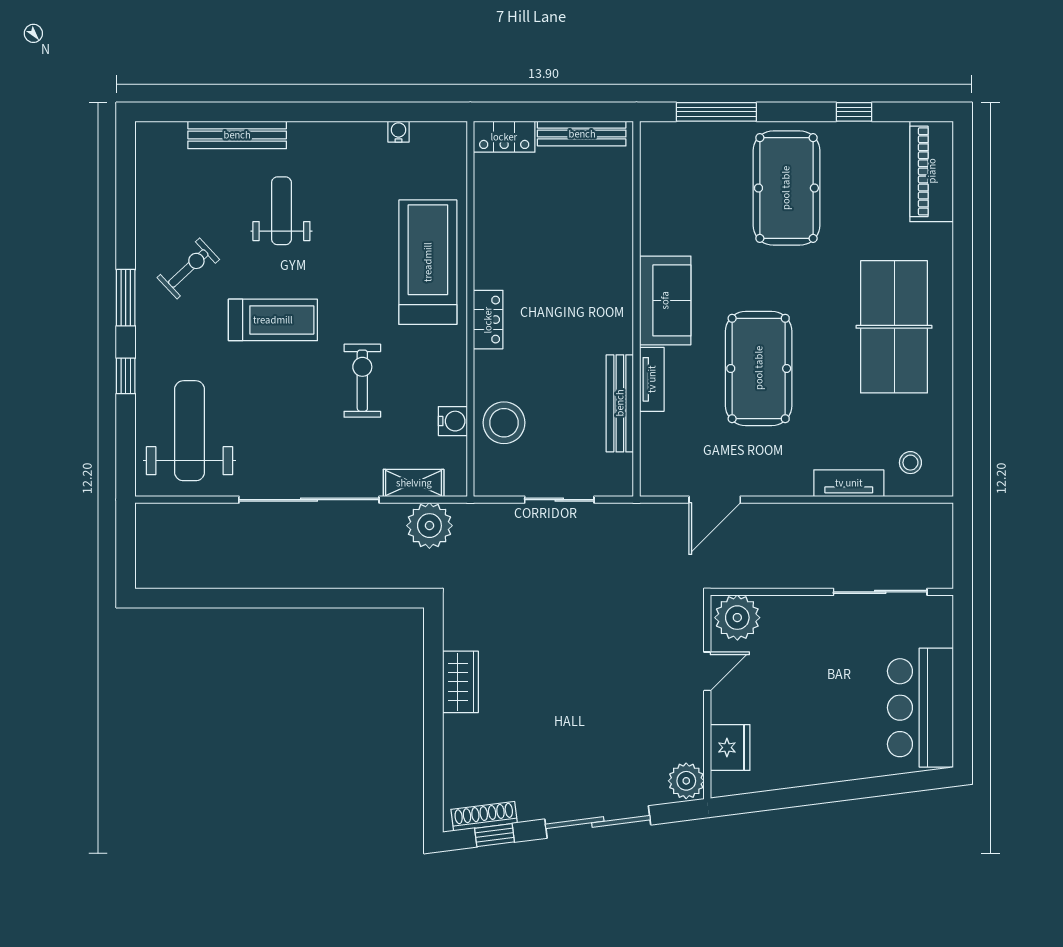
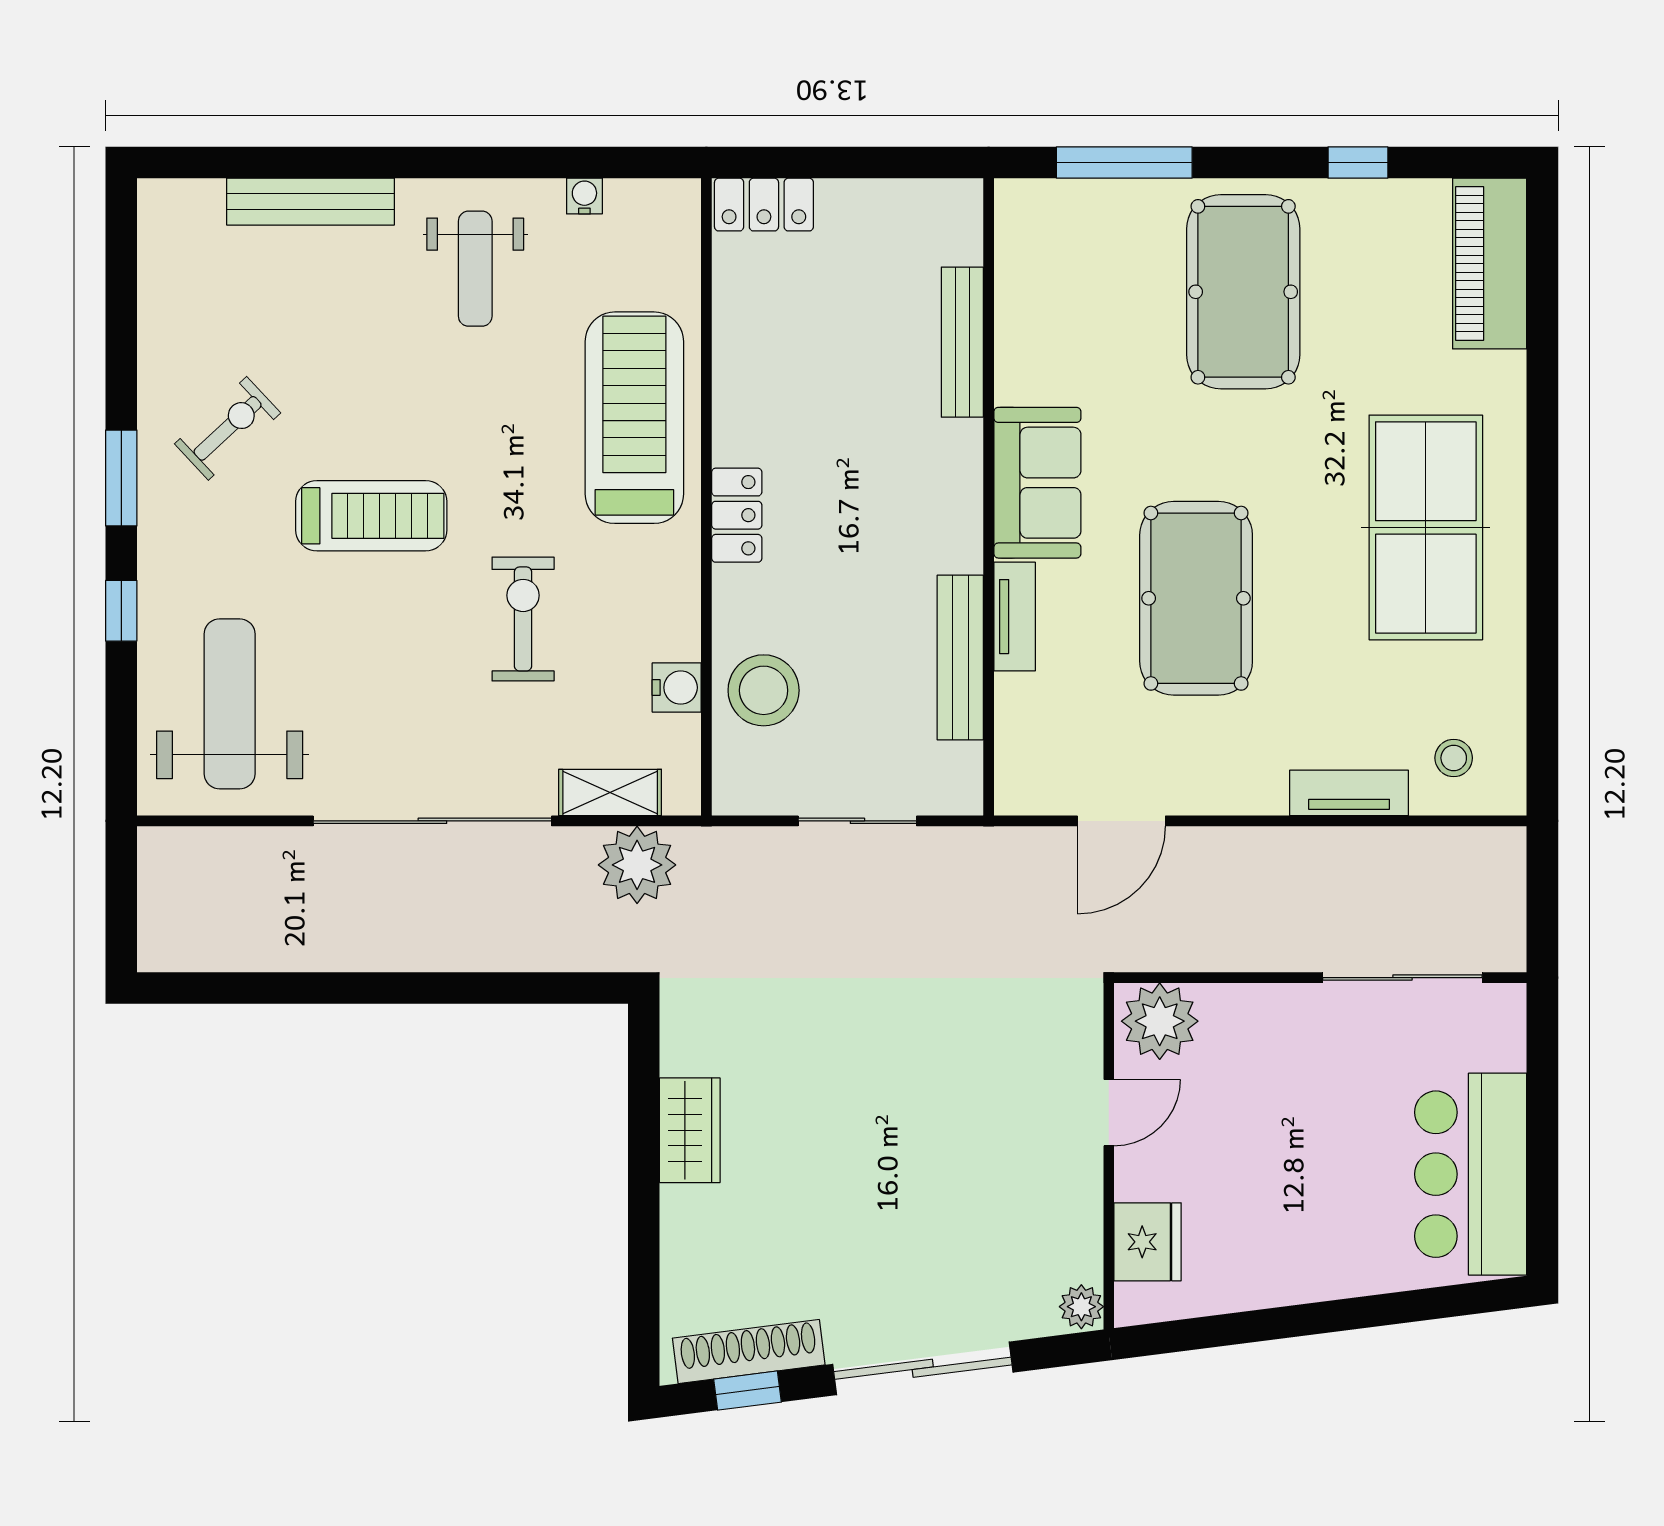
bench: (582, 134) -> (962, 342), moved, turned 90
weight bench: (281, 211) -> (475, 269), moved, turned 180
plant: (686, 781) -> (1081, 1307), width x0.73, depth x0.73
shoe rack: (484, 816) -> (749, 1352), width x1.36, depth x1.24

